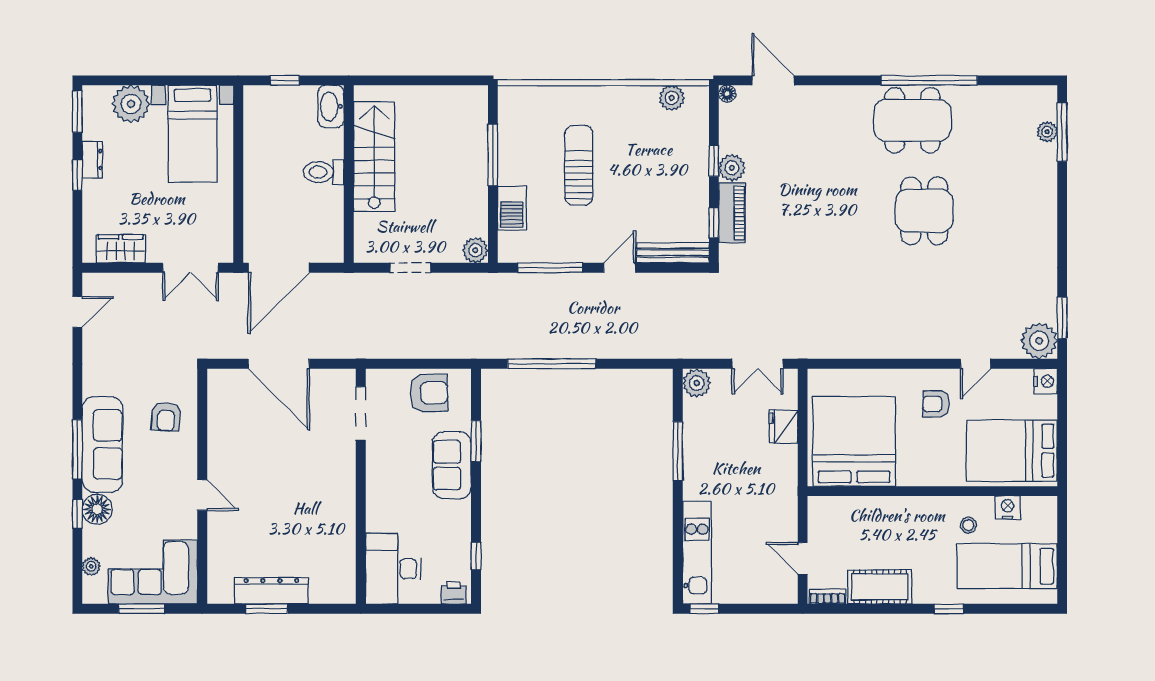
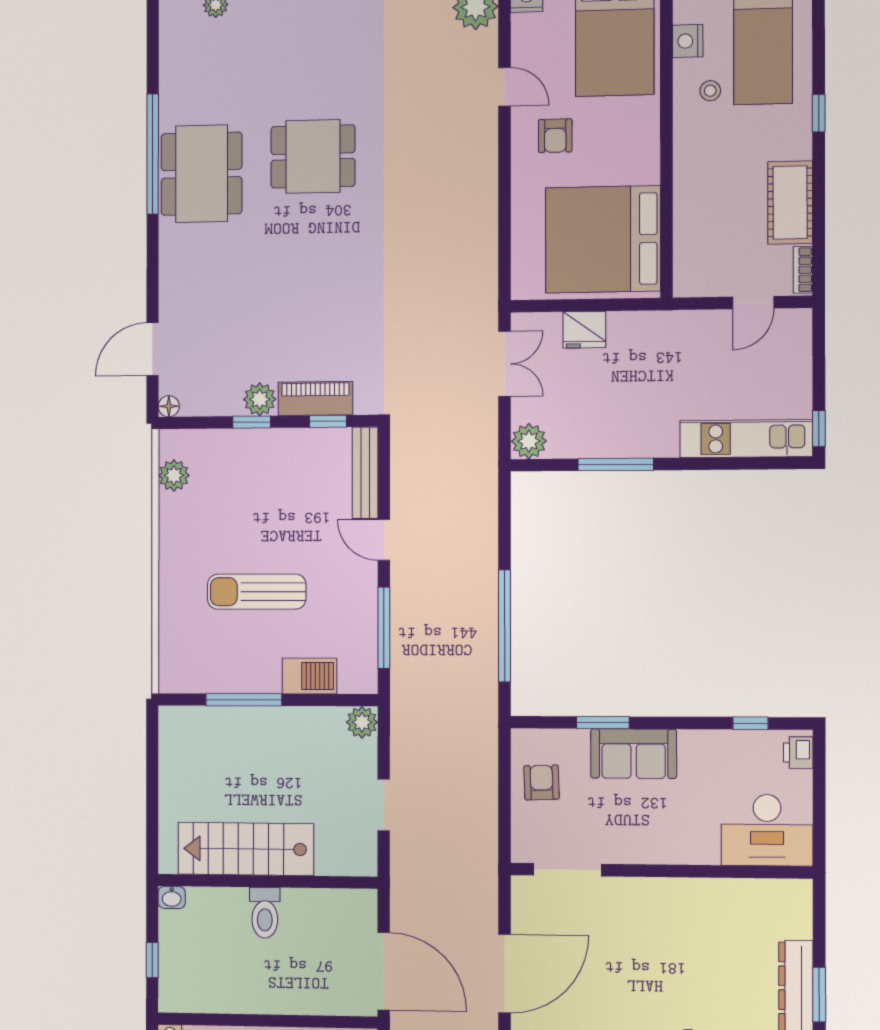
washbasin: (331, 106) -> (172, 897), width x0.52, depth x0.69
armchair: (429, 393) -> (542, 782), width x0.72, depth x0.72

